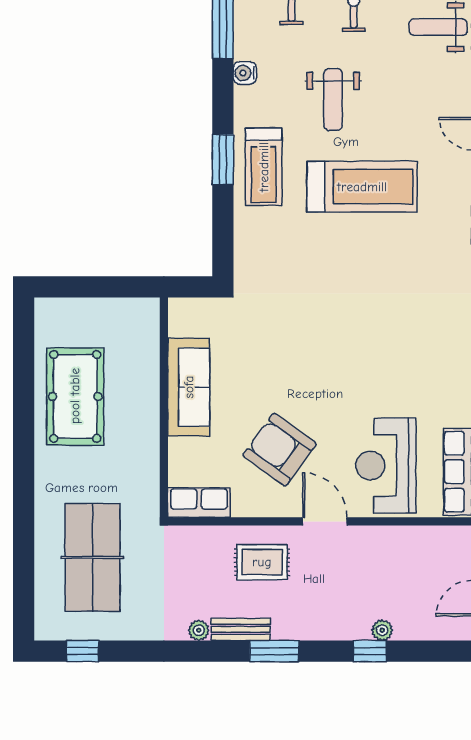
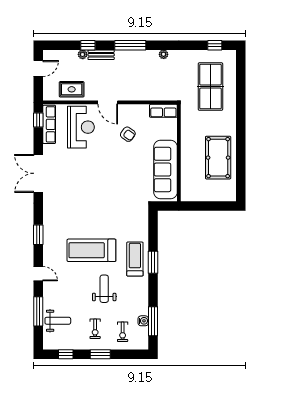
water cooler: (245, 73) -> (143, 321), moved
sofa: (189, 387) -> (166, 170), width x1.36, depth x1.27
armchair: (280, 450) -> (128, 134), width x0.53, depth x0.53
rug: (262, 562) -> (72, 89), moved
bench: (241, 629) -> (101, 55), moved
window: (274, 651) -> (130, 45), width x1.44

